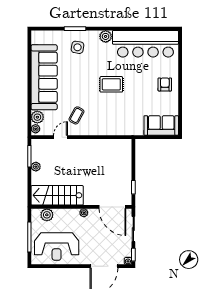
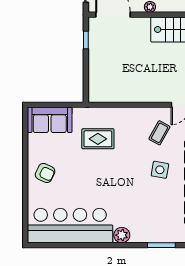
side table: (78, 47) -> (160, 170), moved
rug: (111, 84) -> (98, 139), moved
armchair: (165, 84) -> (45, 173), turned -65

